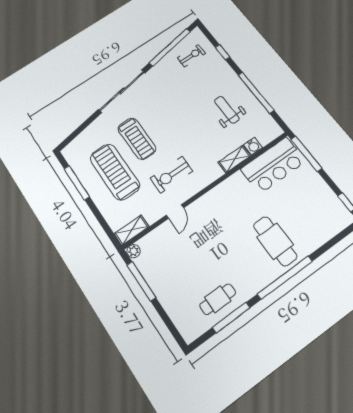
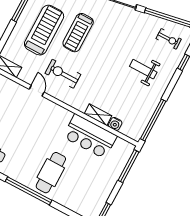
window: (256, 92) -> (153, 120), moved
weight bench: (227, 110) -> (143, 69), moved, turned -90
bar counter: (273, 165) -> (90, 136), moved
door: (175, 211) -> (37, 91), swing flipped

